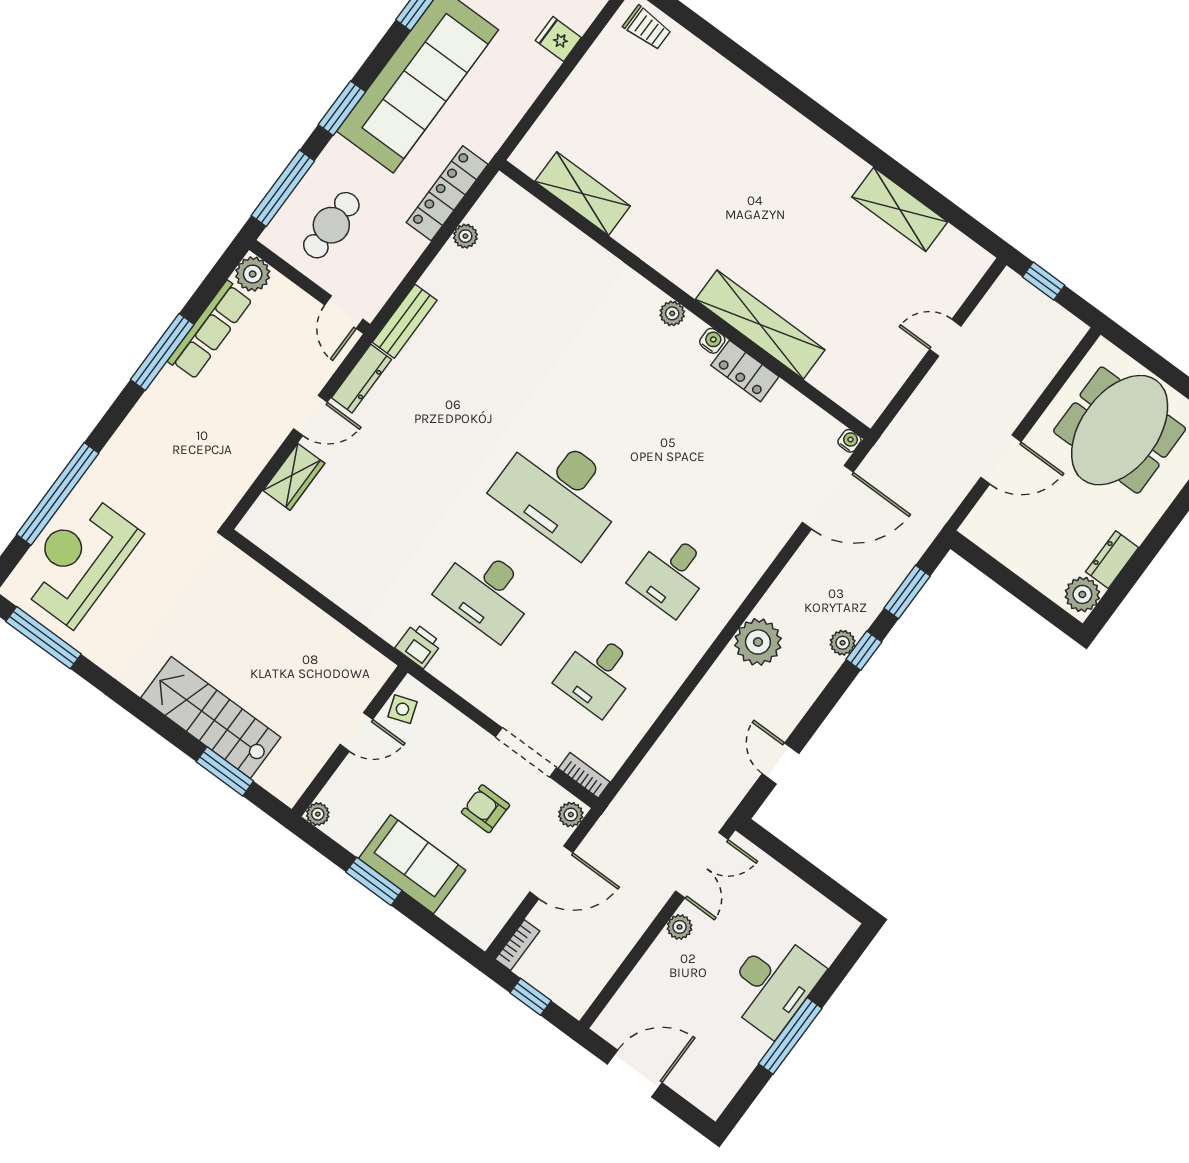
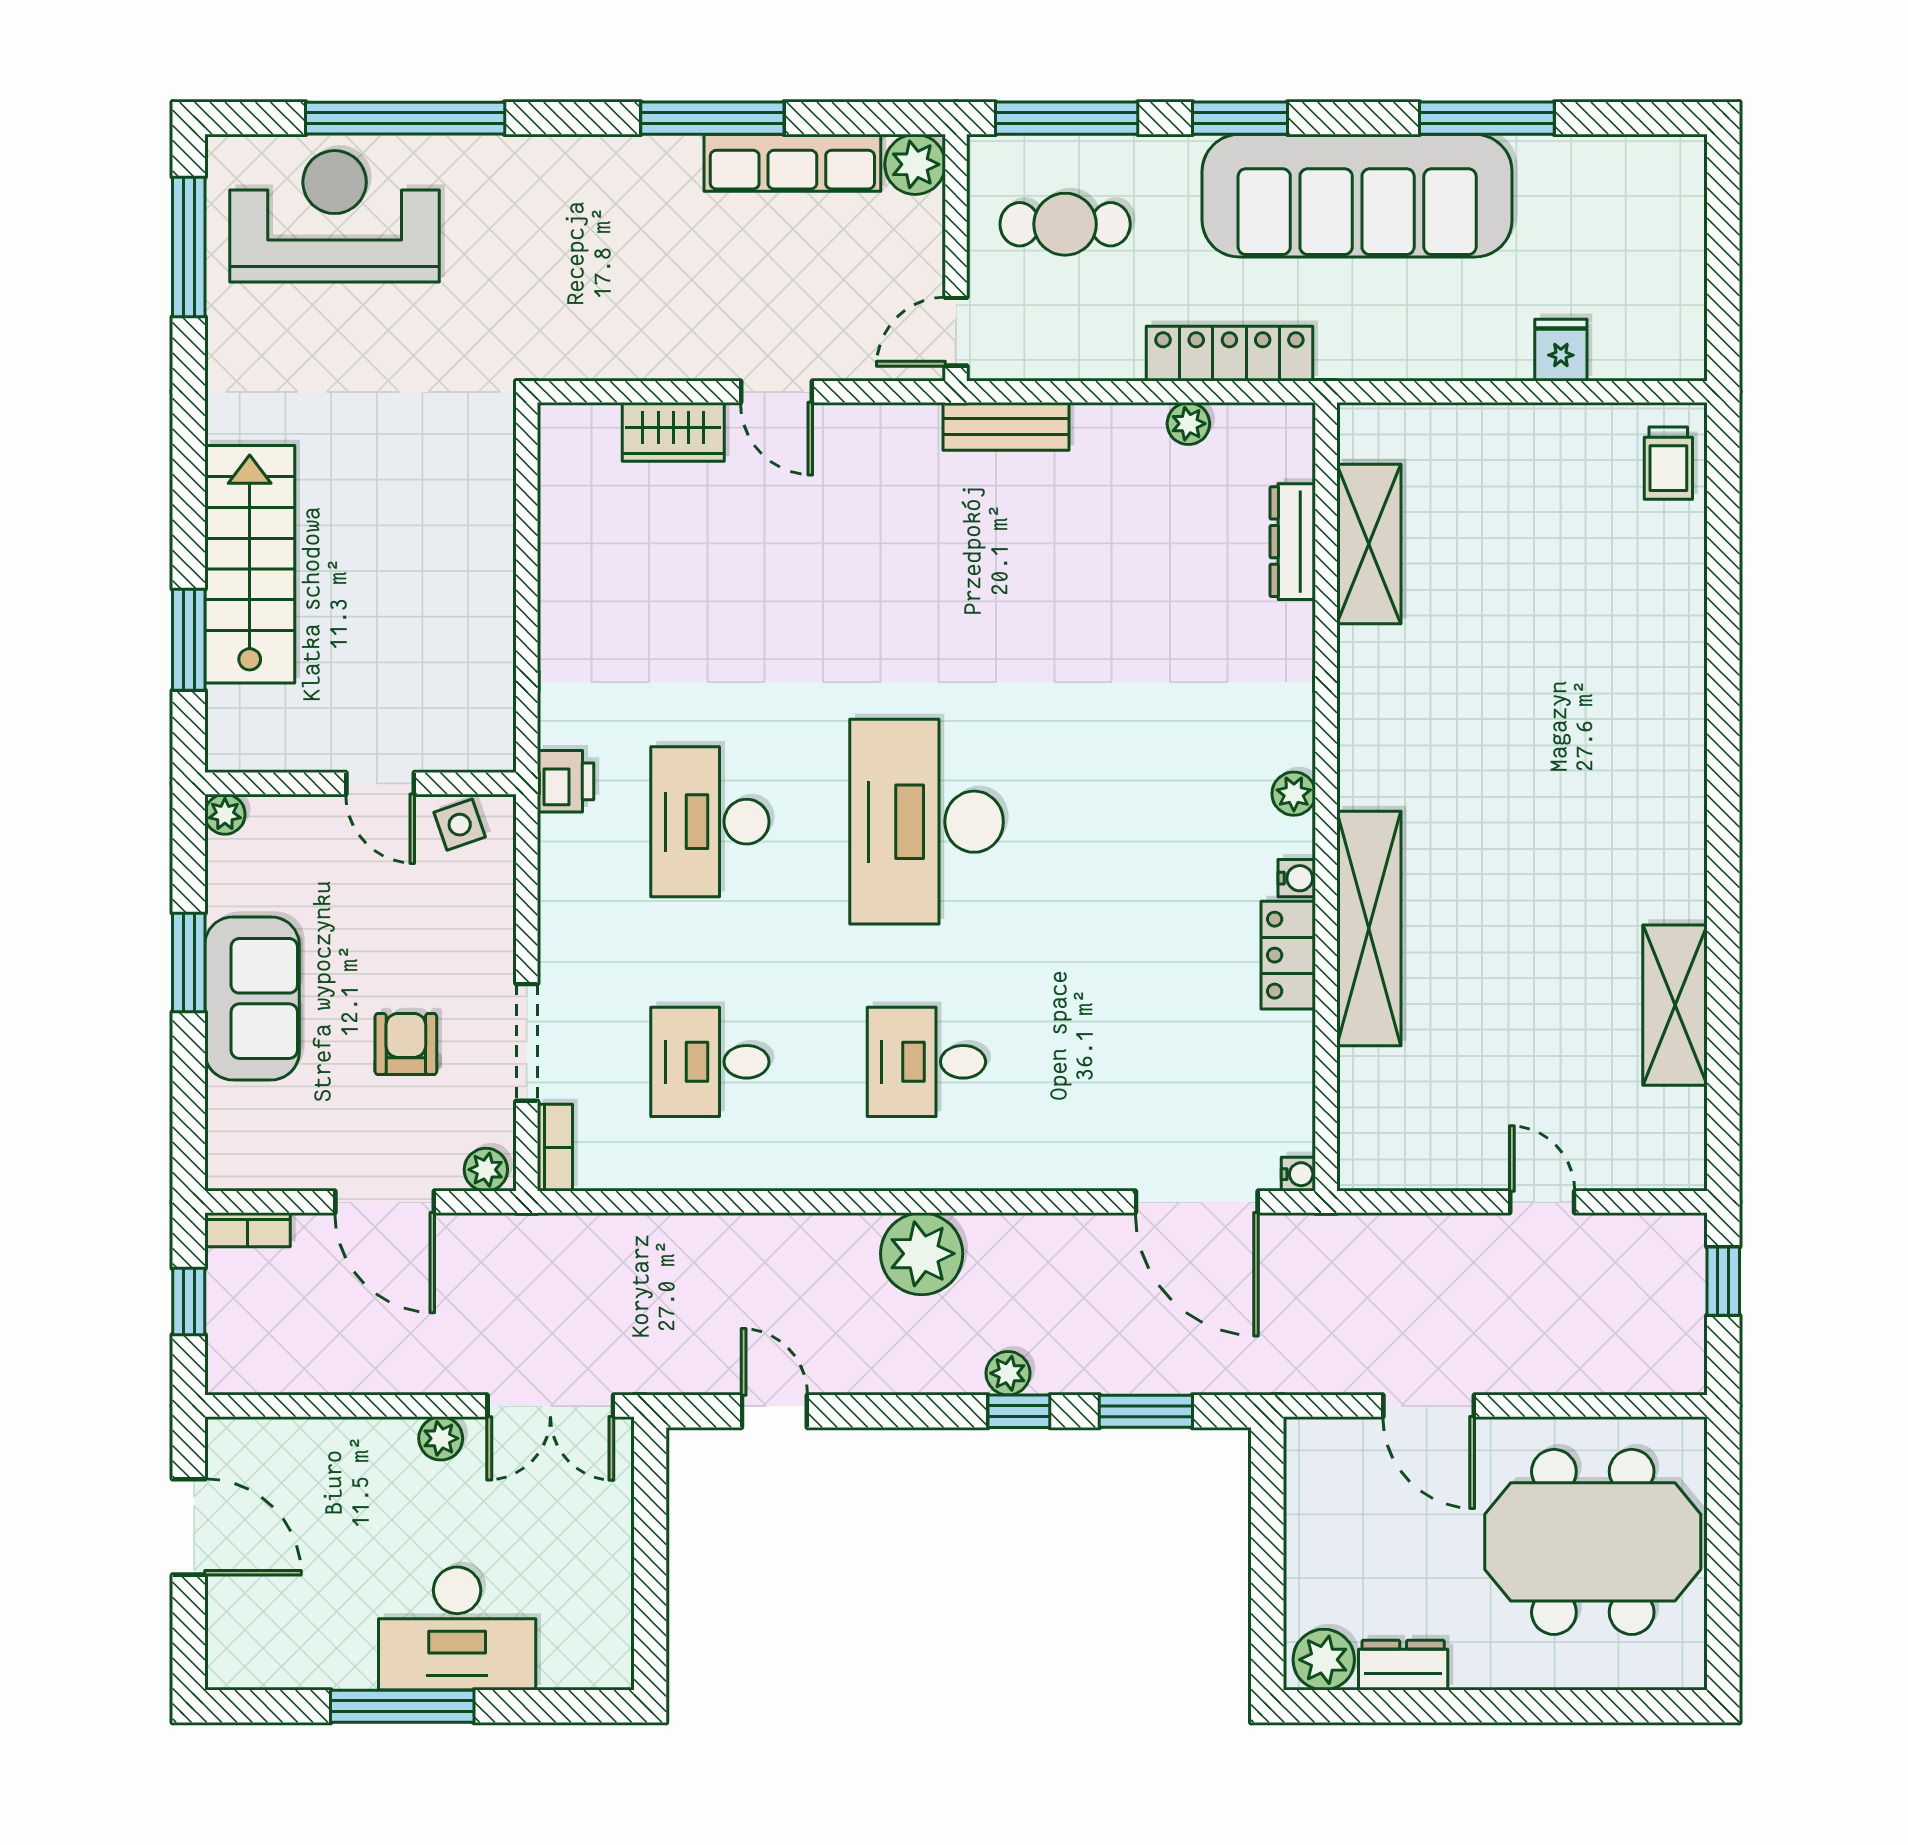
dresser: (361, 379) -> (1293, 542), moved, turned 90
door: (781, 764) -> (774, 1411), hinge flipped

